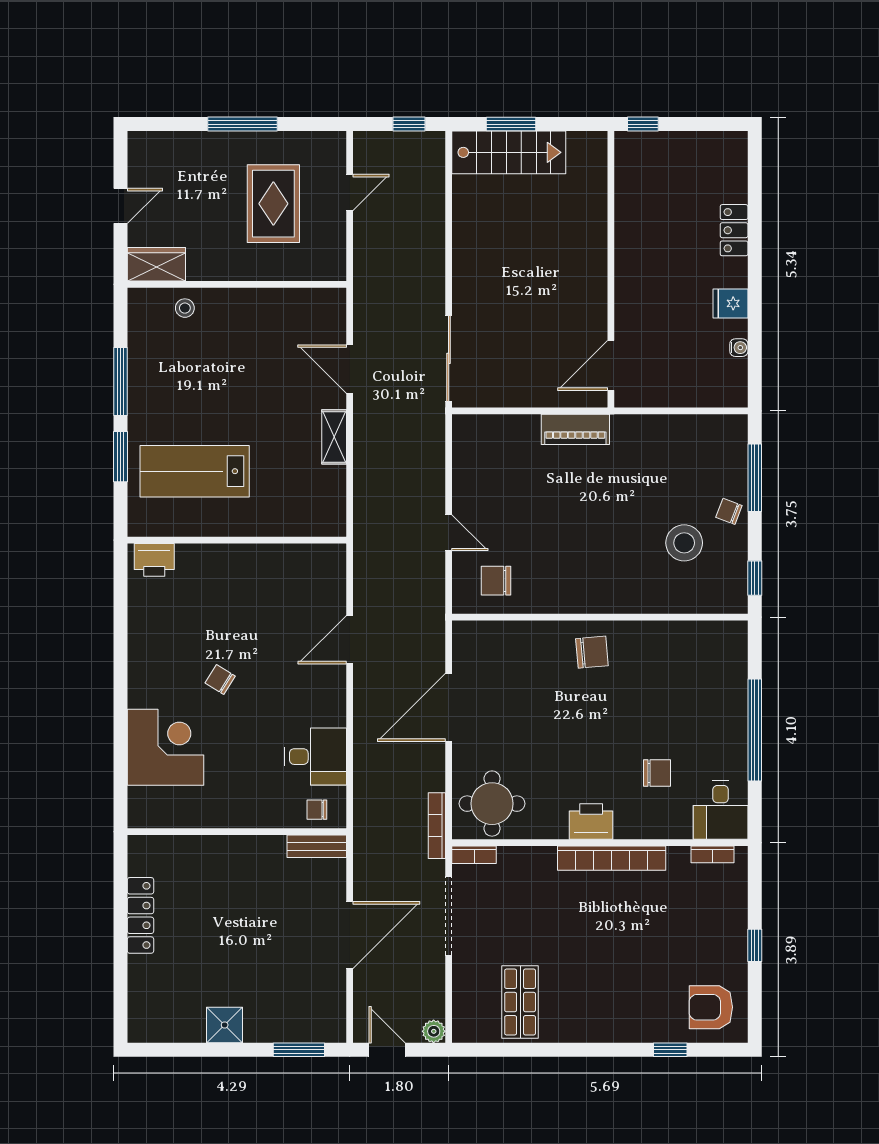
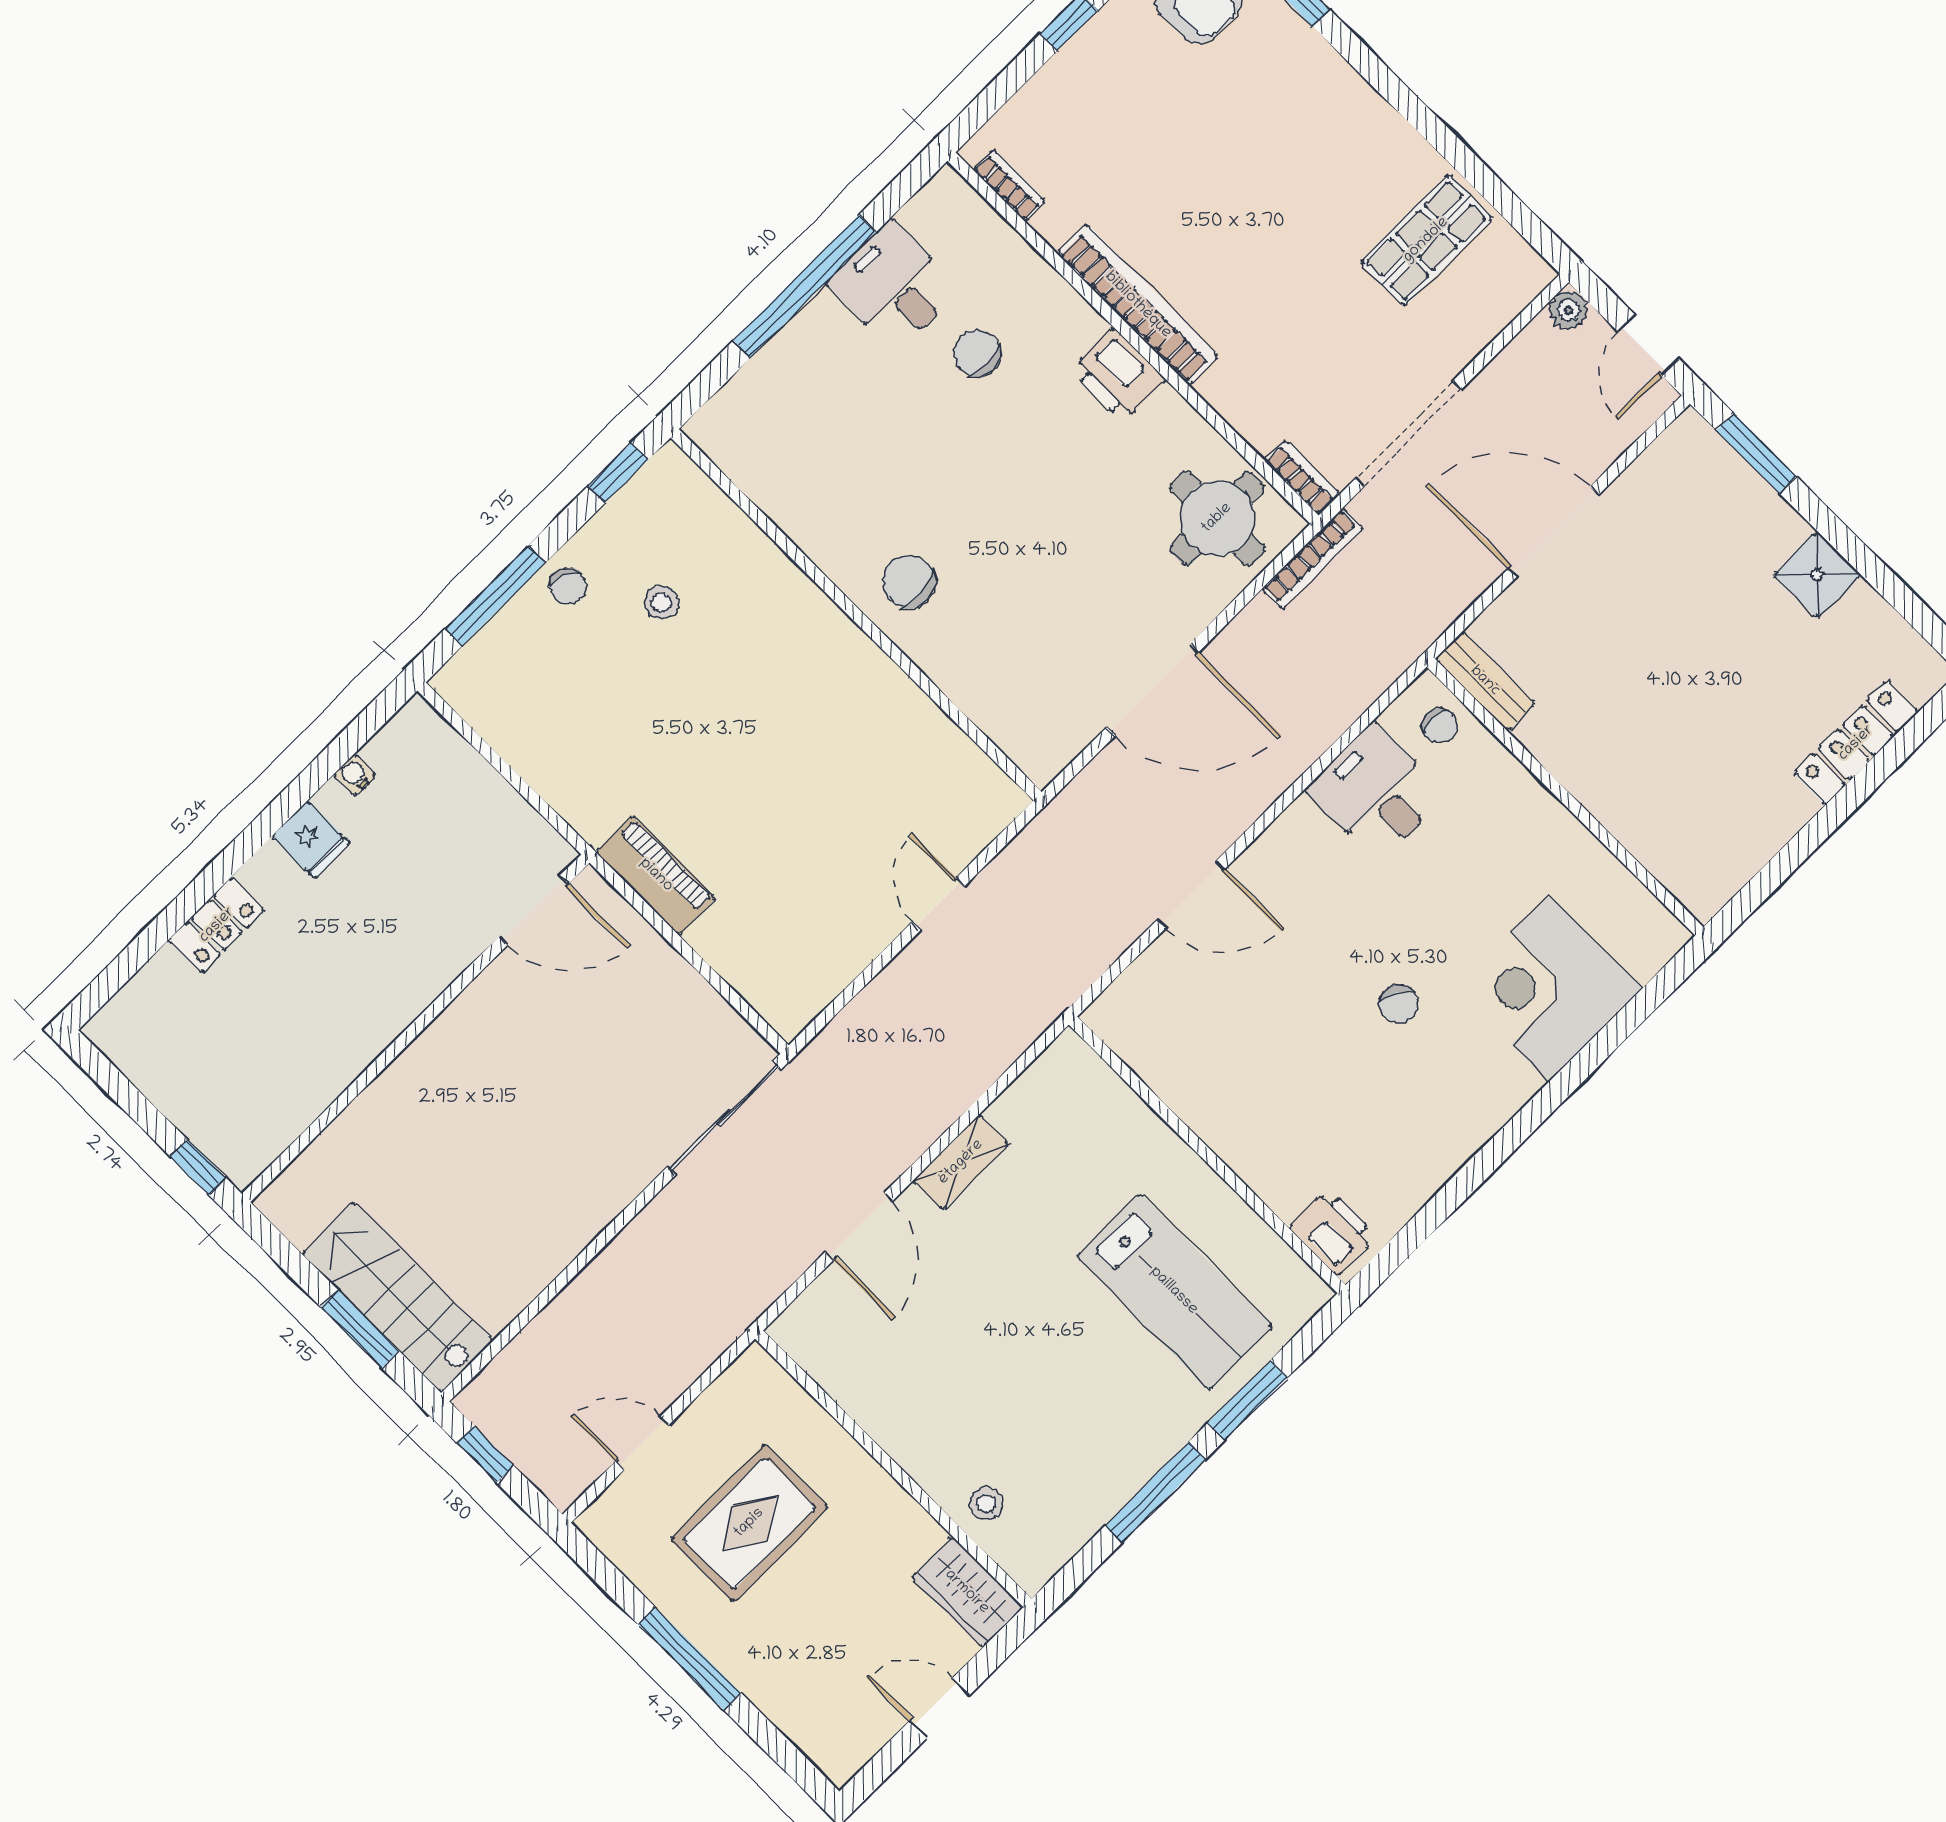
stool: (684, 543) -> (662, 603), width x0.53, depth x0.53
chair: (496, 581) -> (939, 787), removed
desk: (721, 810) -> (894, 286), moved, turned -90
locker: (140, 915) -> (1856, 743), moved

